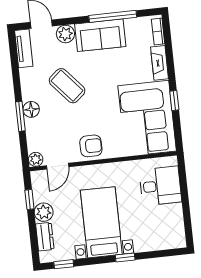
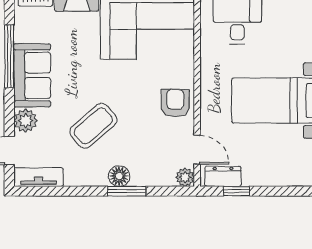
plant: (44, 212) -> (255, 174), removed
dresser: (45, 237) -> (223, 176), moved

